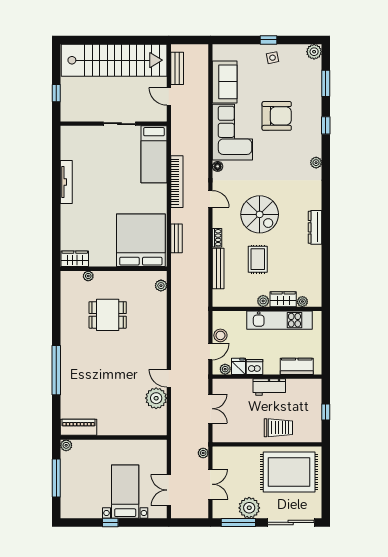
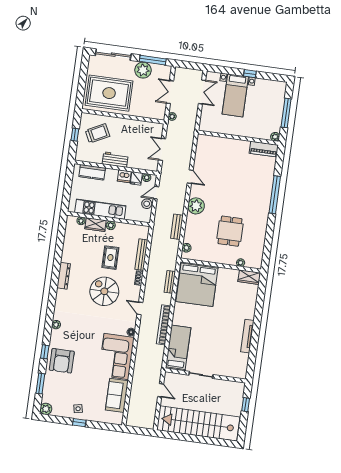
bench: (177, 68) -> (177, 227), moved
armchair: (277, 116) -> (62, 361), moved, turned -90
dining table: (108, 315) -> (230, 231), turned 90
plant: (156, 398) -> (196, 206), moved
trolley: (278, 428) -> (98, 133), moved, turned 153

